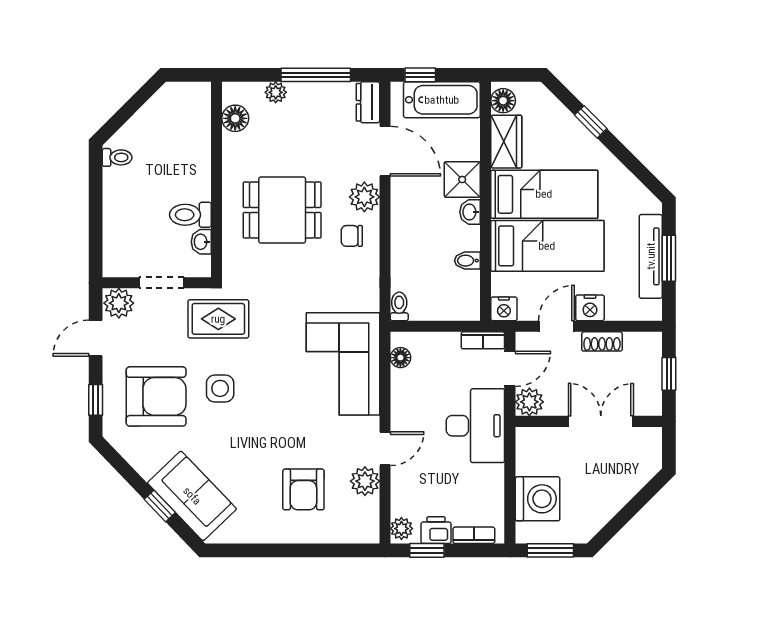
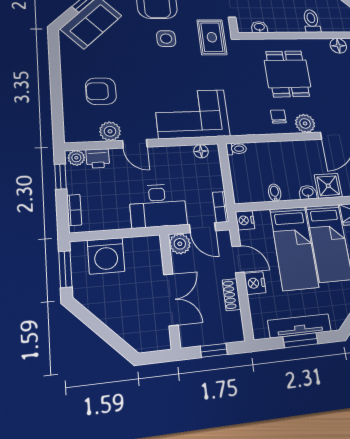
toilet: (190, 215) -> (311, 21), moved
printer: (436, 530) -> (98, 158), moved, turned 90

